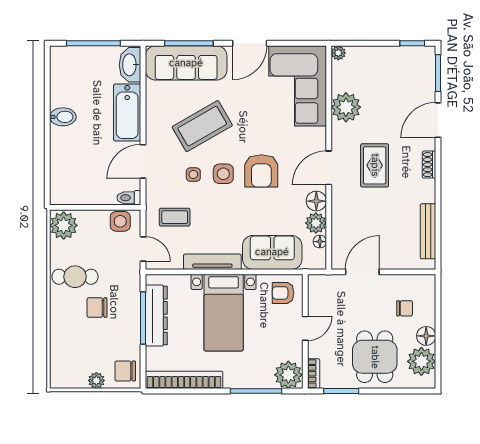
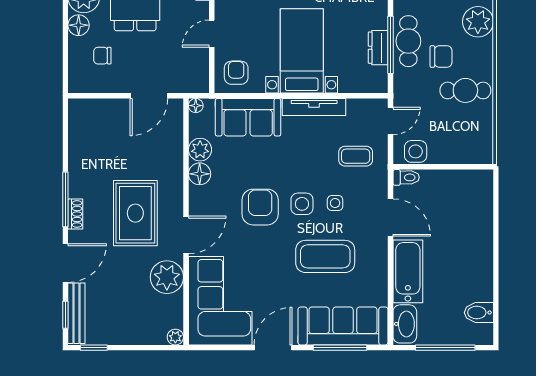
window: (438, 73) -> (65, 315), width x0.67
bidet: (63, 117) -> (479, 313), moved
coffee table: (202, 126) -> (325, 256), turned 30
door: (143, 161) -> (390, 217), hinge flipped
rug: (375, 165) -> (135, 213), width x1.36, depth x1.43
door: (329, 168) -> (186, 235), moved
window: (438, 178) -> (65, 199), added
plant: (64, 225) -> (478, 22), moved
bench: (428, 231) -> (76, 313), moved
floor lamp: (320, 242) -> (196, 106), moved
door: (143, 249) -> (390, 121), swing flipped
armchair: (283, 293) -> (236, 73), turned -90
dresser: (156, 316) -> (378, 48), width x0.51, depth x0.80
cafe table: (127, 322) -> (408, 41), added

